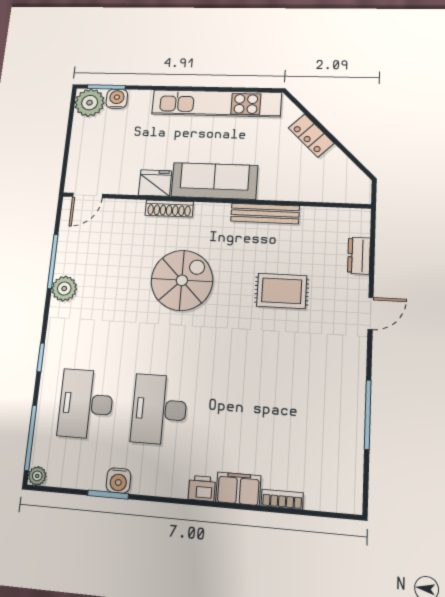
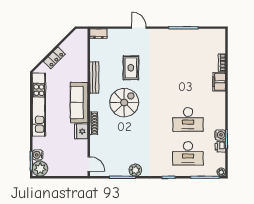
dresser: (359, 256) -> (98, 34), moved
spiral stairs: (182, 280) -> (124, 103), moved, turned 90
printer: (202, 488) -> (220, 147), moved

